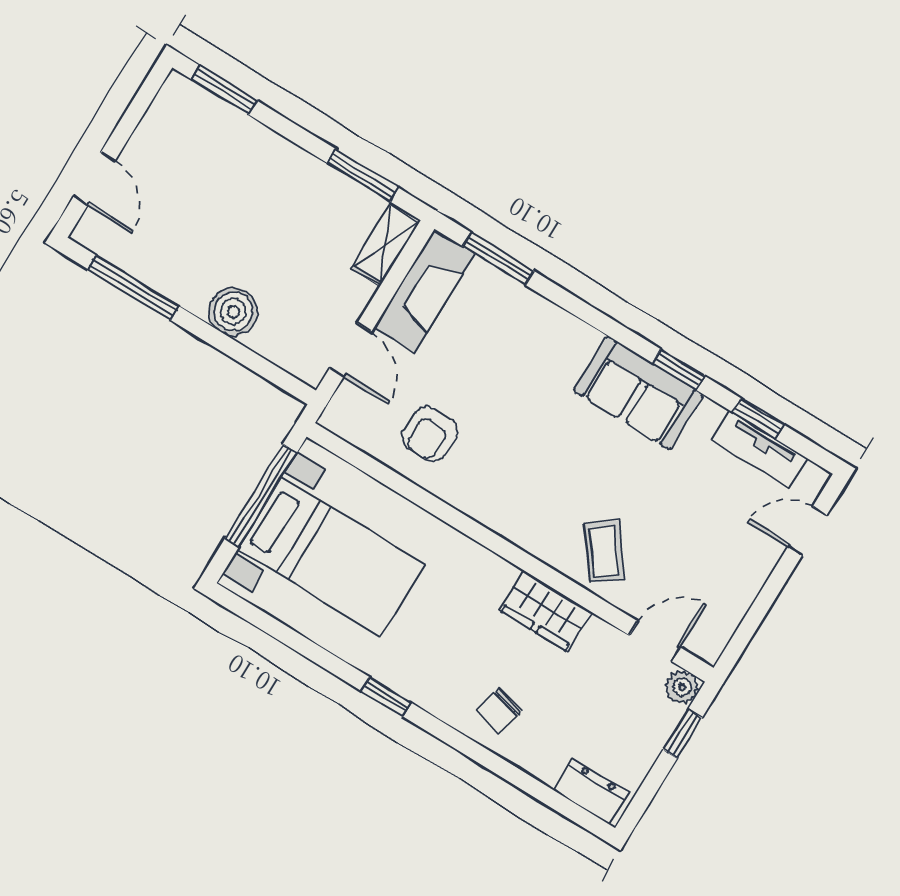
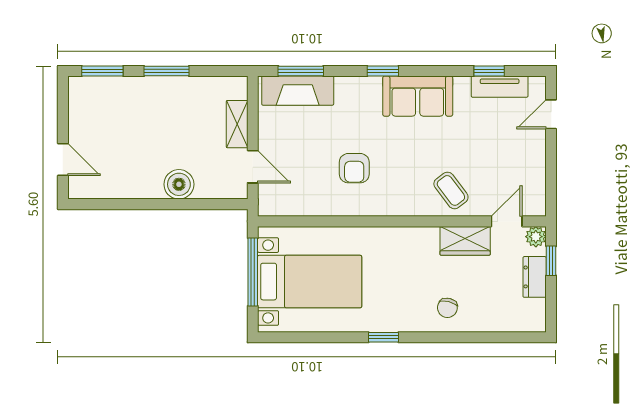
window: (363, 175) -> (166, 71), moved
shelving: (386, 244) -> (237, 124), moved
window: (134, 288) -> (119, 204), removed
fireplace: (424, 291) -> (298, 91), moved, turned 90
window: (678, 369) -> (383, 71), moved
armchair: (430, 434) -> (354, 168), moved
wardrobe: (545, 611) -> (465, 241), moved
dresser: (591, 791) -> (535, 277), moved, turned -90

